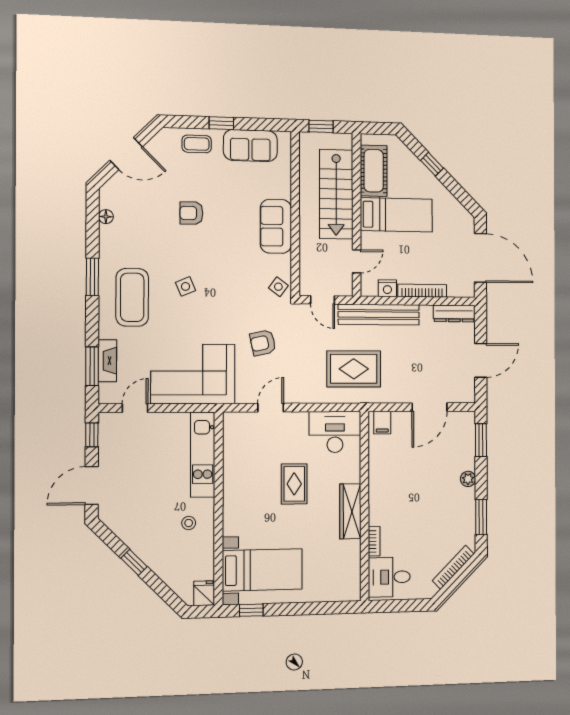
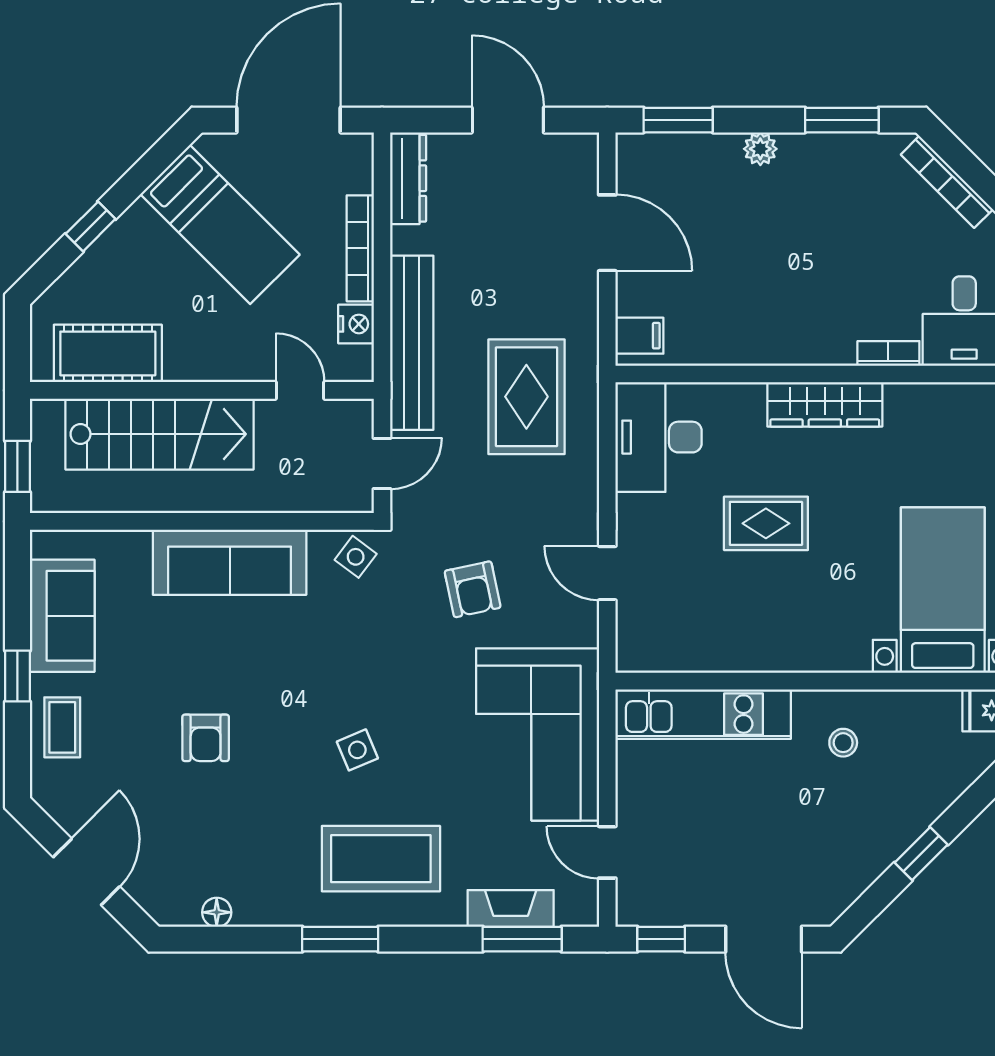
bed: (396, 215) -> (220, 224), moved, turned 135
sofa: (276, 226) -> (230, 562), width x1.36

